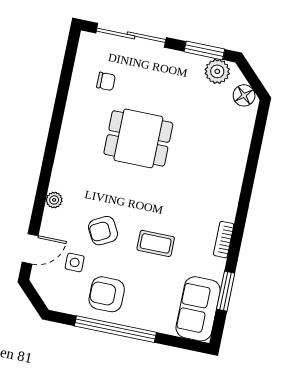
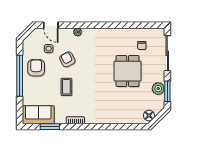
plant: (217, 71) -> (158, 89), moved
dining table: (138, 138) -> (128, 71), moved

